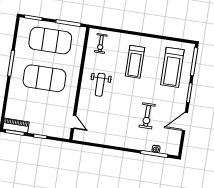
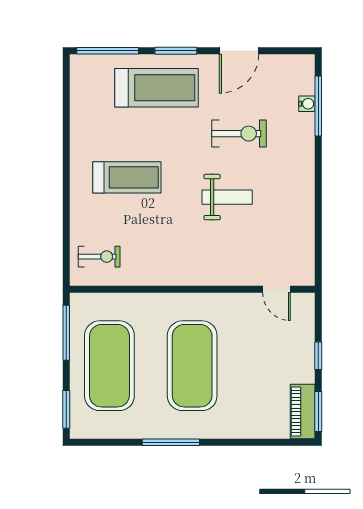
treadmill: (172, 67) -> (156, 88), moved
weight bench: (100, 85) -> (227, 197), moved
door: (73, 122) -> (276, 289), swing flipped
door: (185, 122) -> (239, 51), hinge flipped

